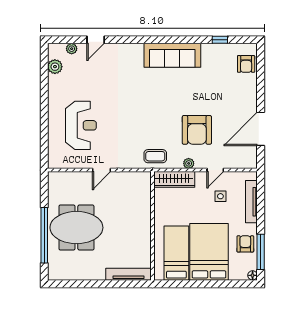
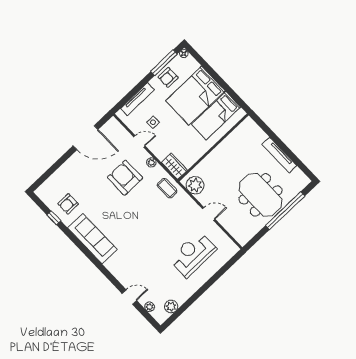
armchair: (246, 64) -> (68, 204), moved, turned 180
armchair: (197, 130) -> (125, 178), turned -90
wardrobe: (174, 179) -> (174, 166), width x0.67
plant: (136, 181) -> (195, 185), added
tv unit: (129, 274) -> (279, 155), moved

